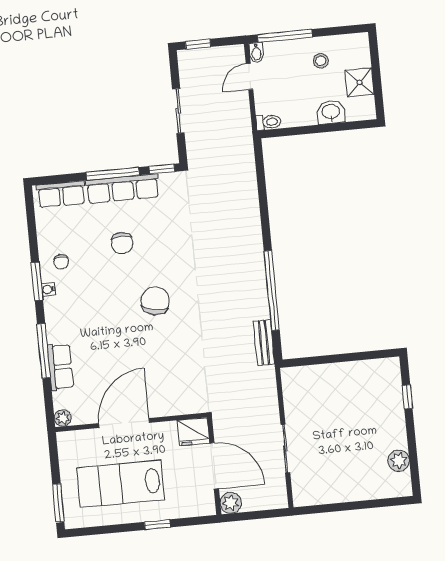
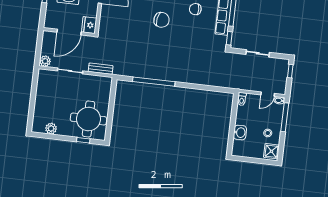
door: (249, 76) -> (268, 94), swing flipped
shower: (360, 82) -> (271, 151), moved
bench: (264, 343) -> (101, 69), moved
round table: (366, 396) -> (88, 119), added
plant: (231, 503) -> (45, 61), moved

